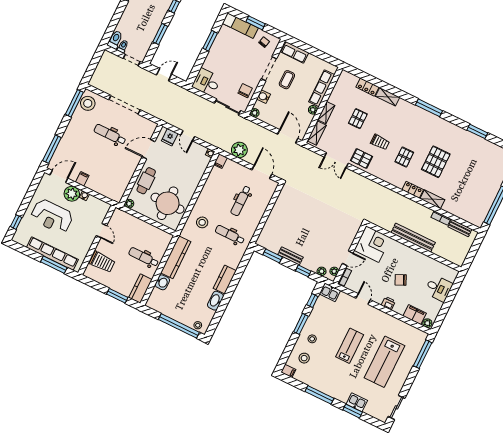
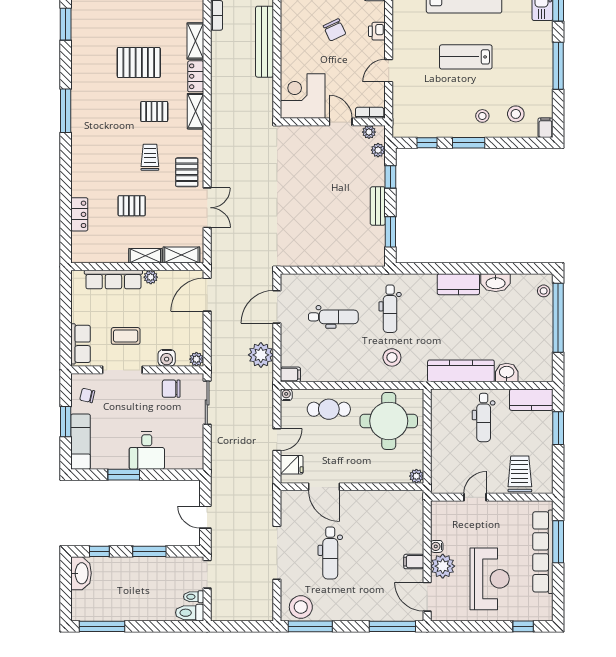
desk: (206, 82) -> (147, 450), moved
shelving: (388, 97) -> (195, 111), moved
cafe table: (146, 181) -> (329, 409), moved
kitchen sink: (330, 292) -> (402, 123), removed

